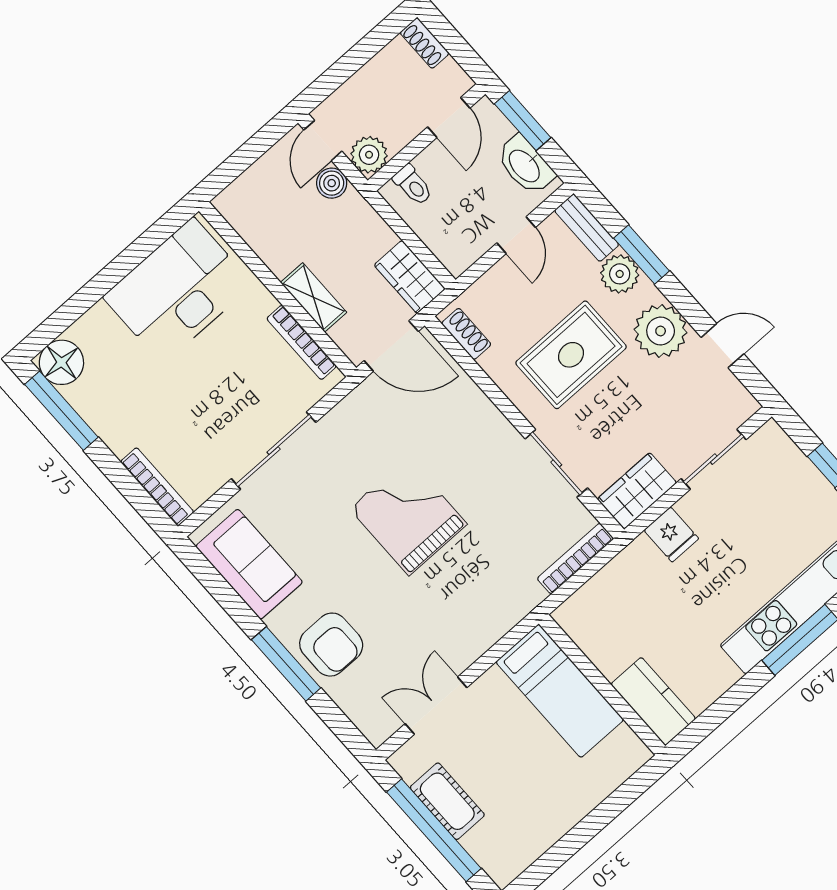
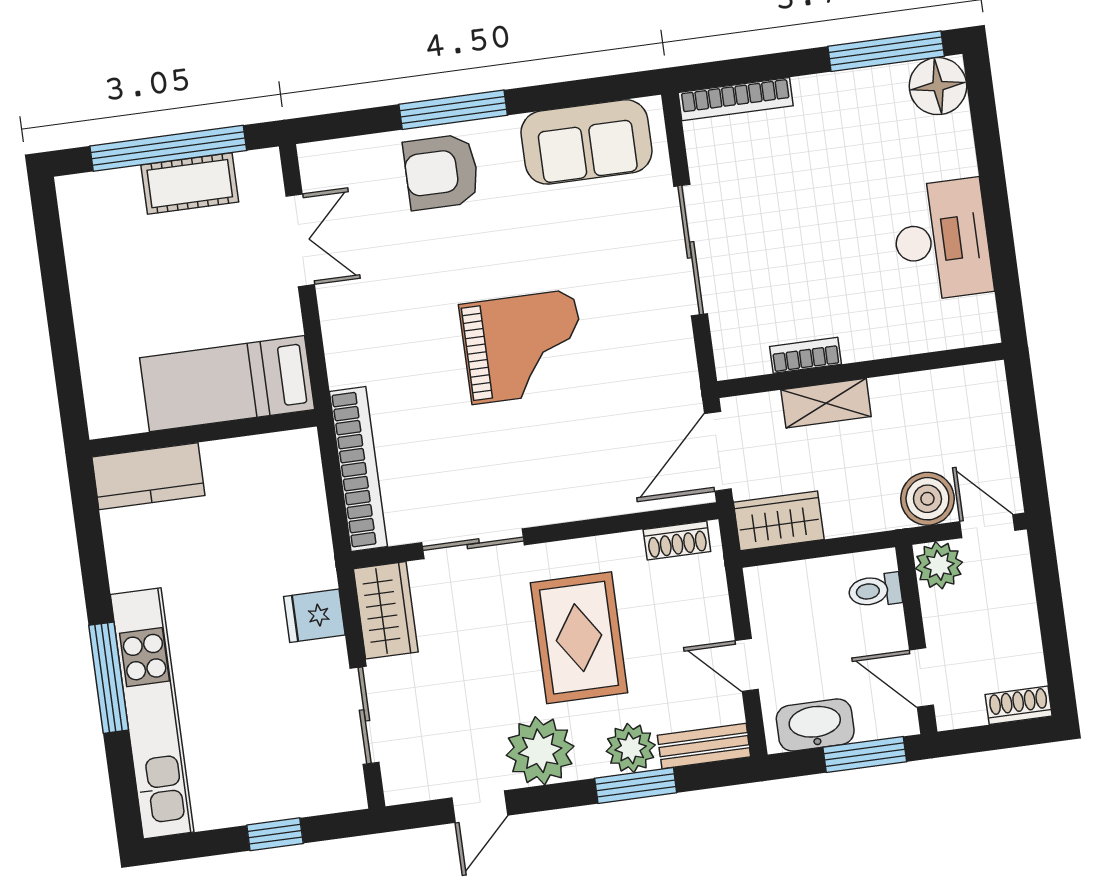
boiler: (332, 183) -> (927, 499), width x1.36, depth x1.36
desk: (178, 291) -> (942, 240), width x0.73, depth x0.77
bookcase: (302, 342) -> (805, 355), width x0.64
bookcase: (575, 559) -> (358, 469), width x1.48, depth x1.31

